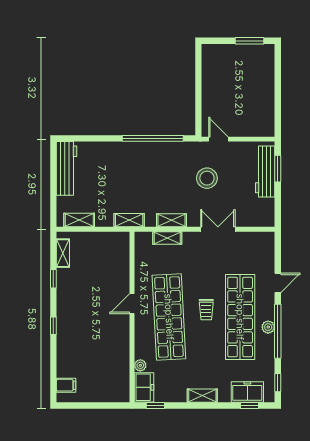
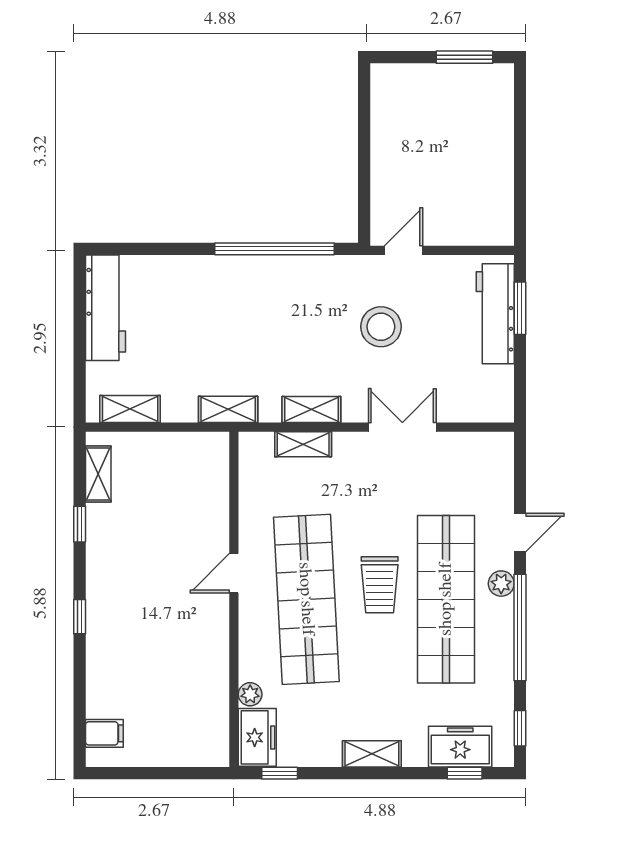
door: (218, 139) -> (403, 250), hinge flipped
trolley: (206, 310) -> (380, 585), width x1.36, depth x1.39
plant: (268, 327) -> (501, 584), moved

